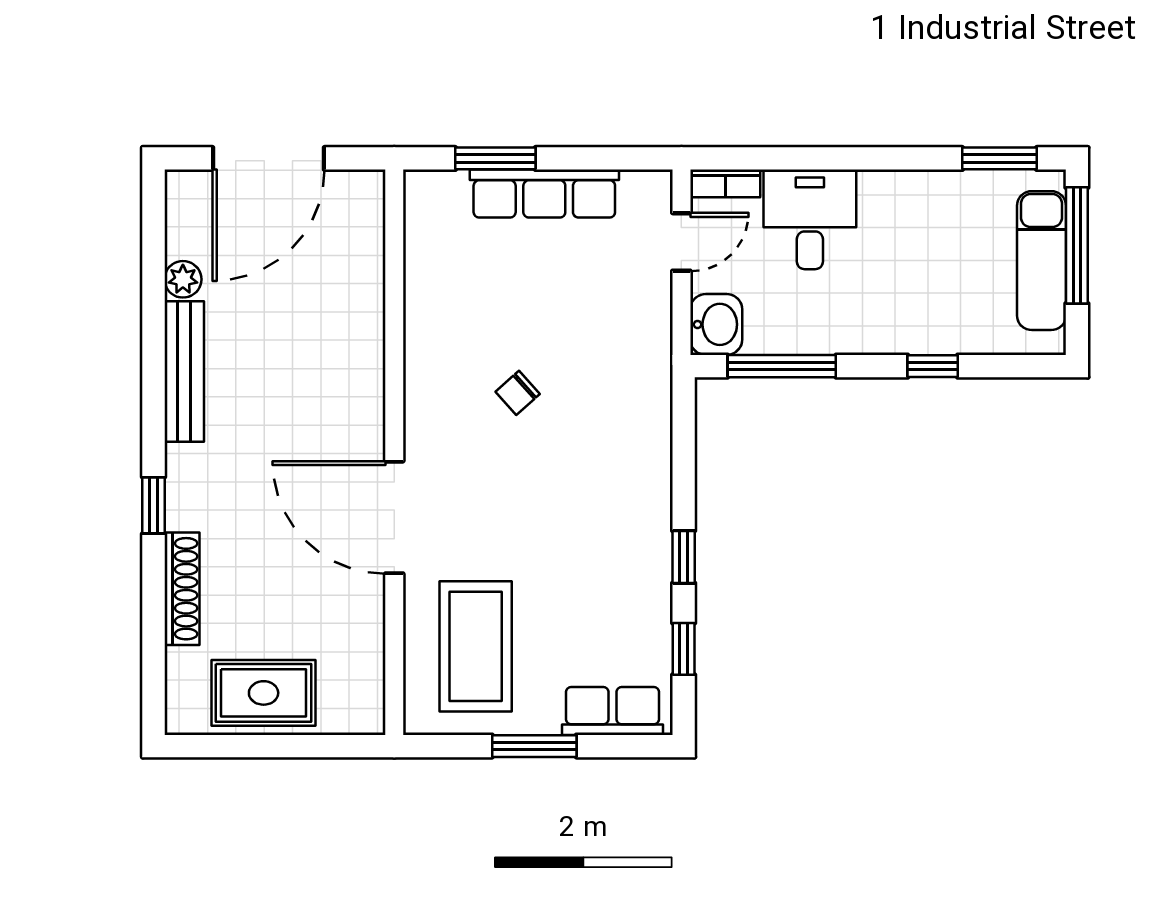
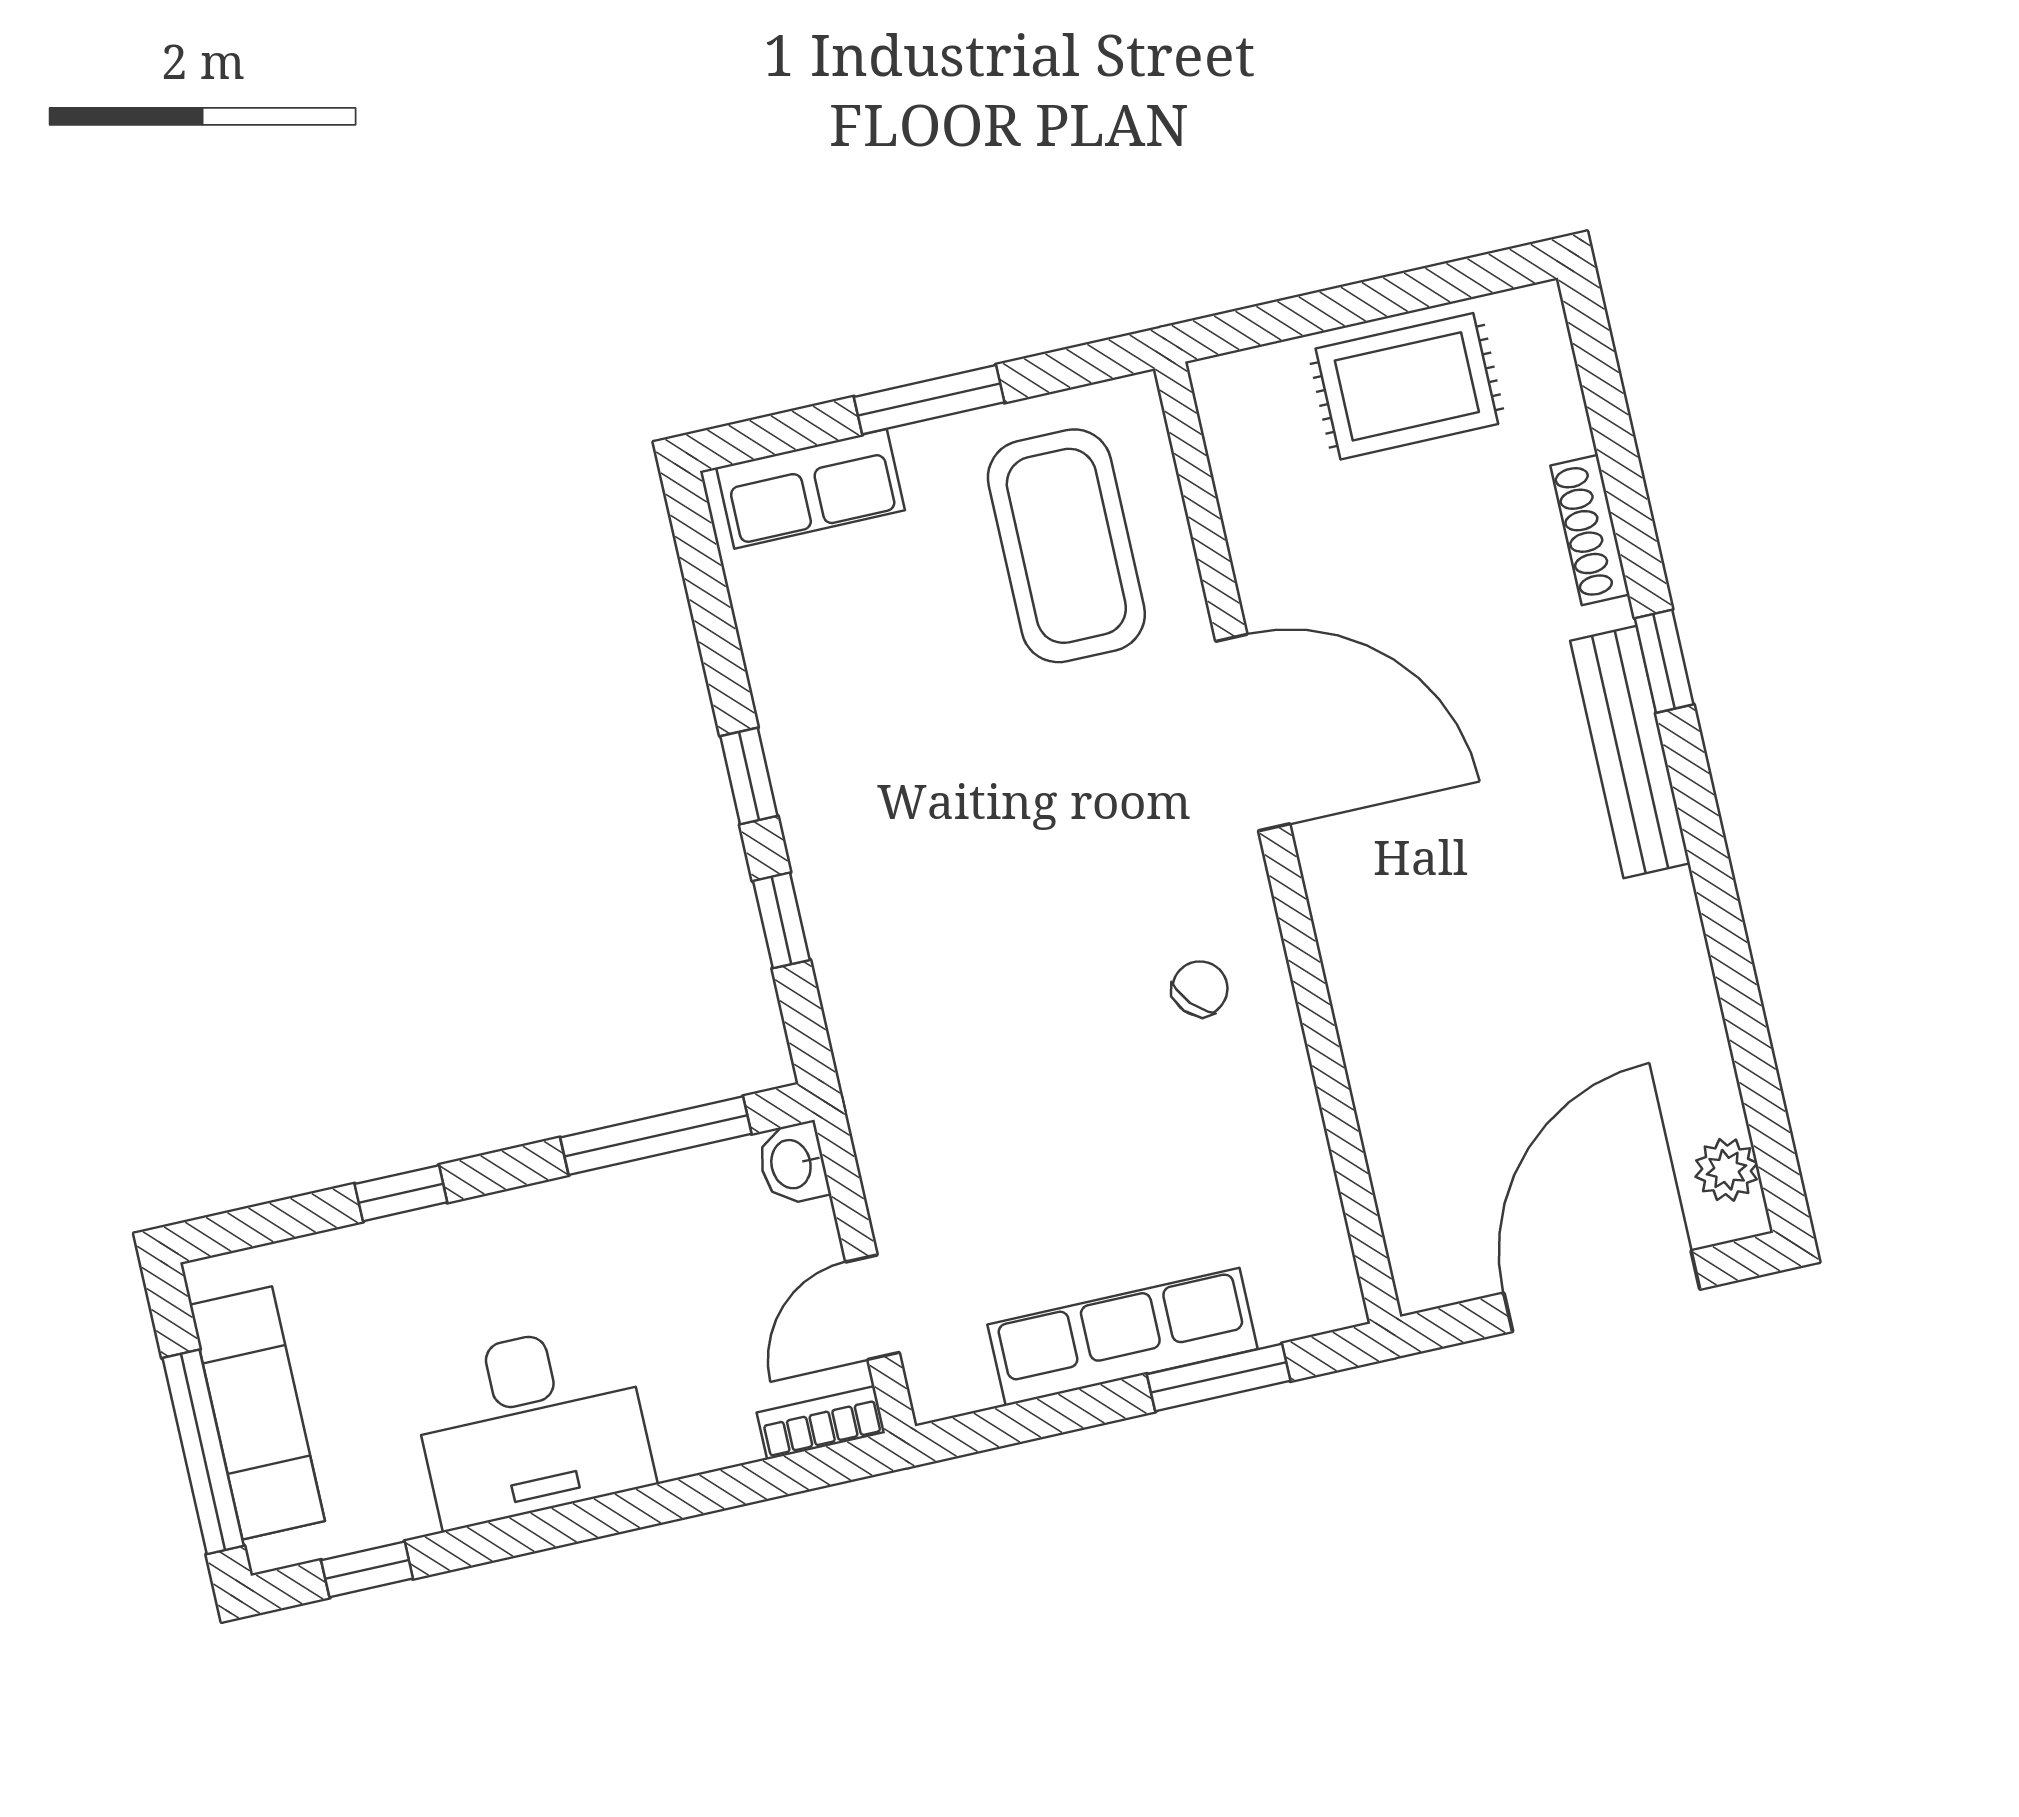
window: (999, 158) -> (367, 1569), width x0.67
desk: (810, 219) -> (531, 1424), moved, width x1.37
plant: (183, 279) -> (1727, 1170), moved
washbasin: (716, 324) -> (793, 1164), width x0.72, depth x0.69
bench: (184, 372) -> (1630, 752), moved
chair: (518, 393) -> (1200, 989), moved
shoe rack: (182, 589) -> (1590, 530), width x0.74, depth x0.81
window: (684, 649) -> (781, 920), moved

